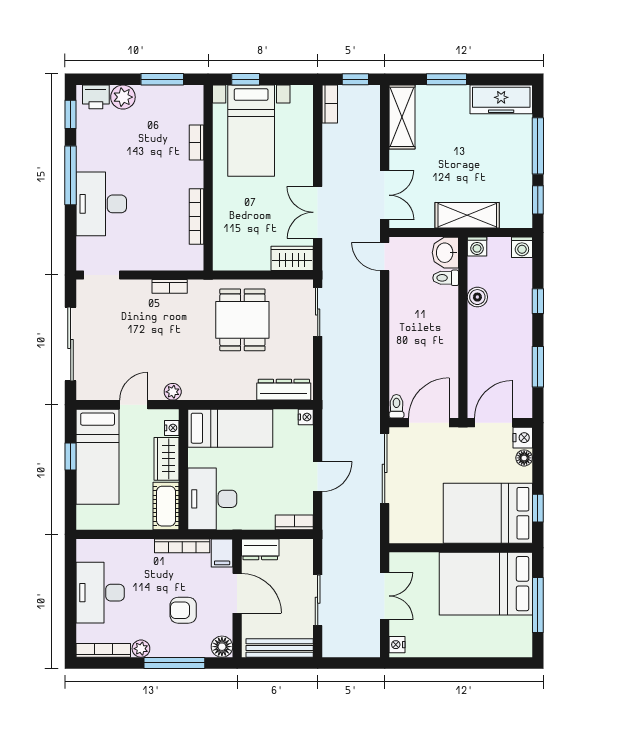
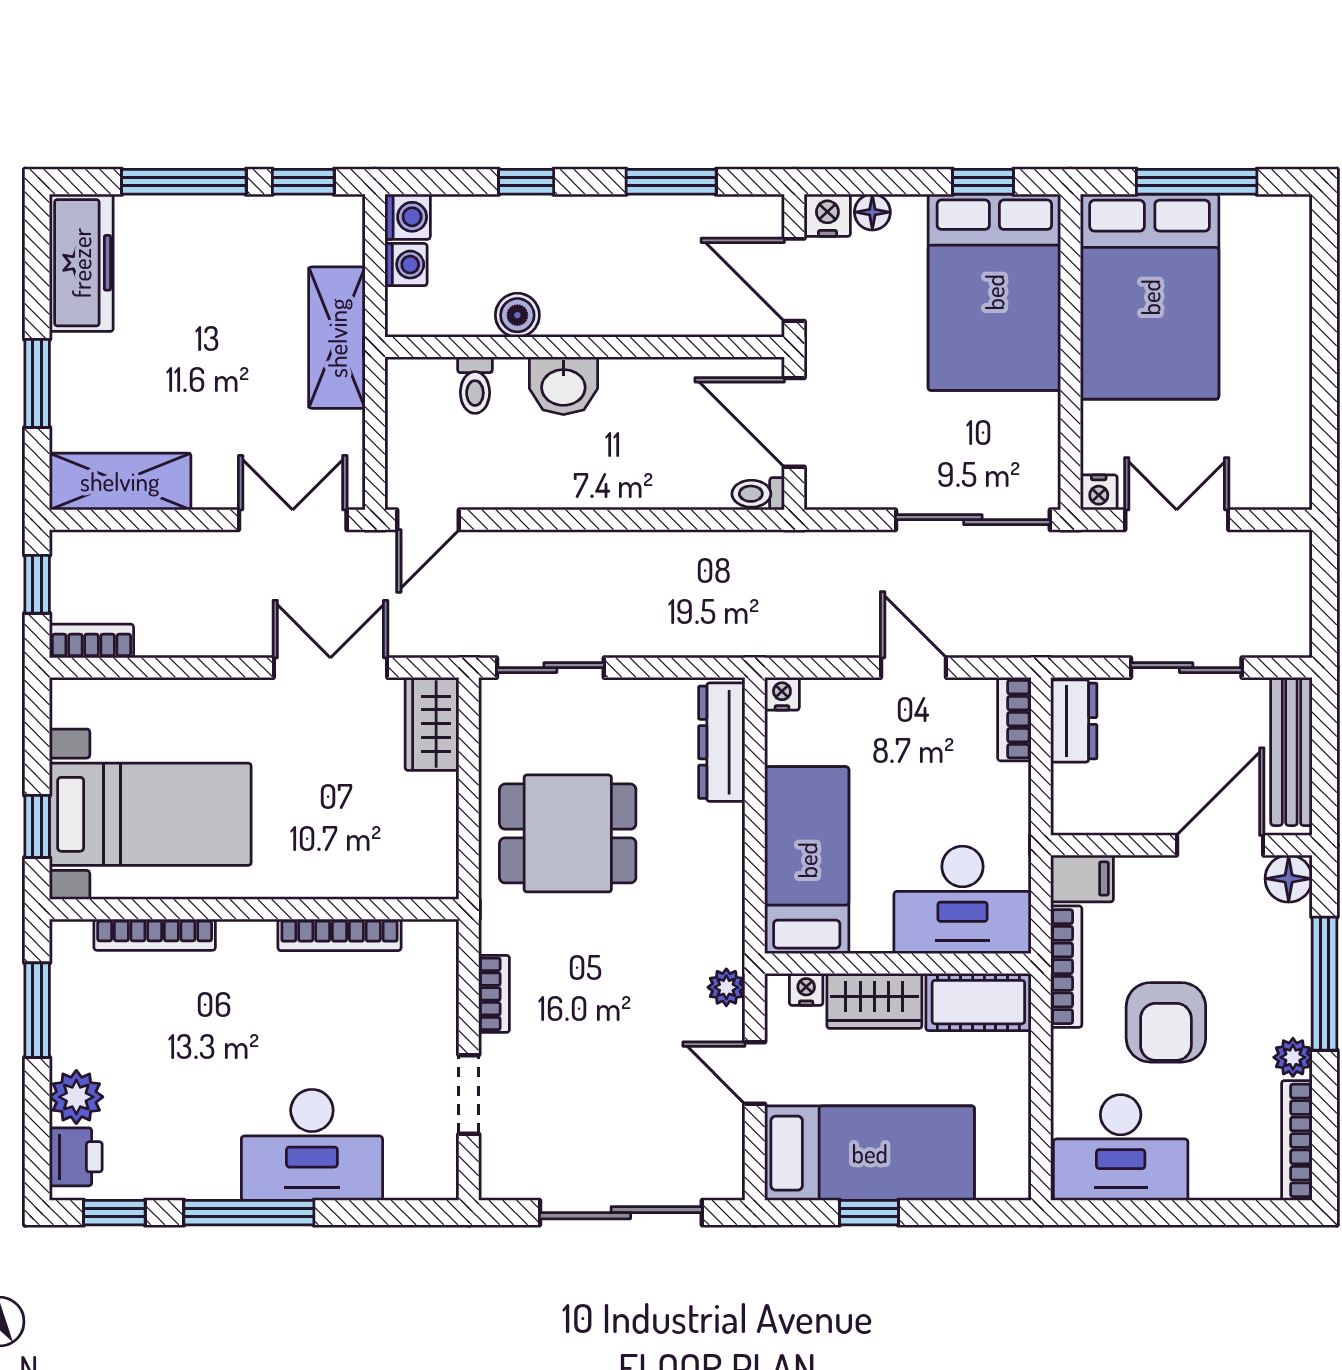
bookcase: (197, 143) -> (155, 935), width x1.56
double door: (318, 212) -> (330, 668), swing flipped
washing machine: (477, 247) -> (406, 265), moved
washbasin: (445, 253) -> (563, 386), moved
doorway: (102, 275) -> (469, 1095), moved
sliding door: (385, 468) -> (973, 520), moved
dresser: (260, 549) -> (1074, 721), moved
desk: (100, 593) -> (1121, 1147), moved
door: (237, 593) -> (1220, 845), moved
armchair: (183, 610) -> (1166, 1022), moved, width x1.38, depth x1.38
nightstand: (397, 645) -> (1099, 492), moved

